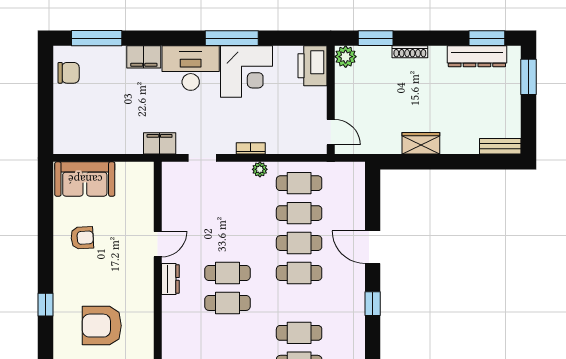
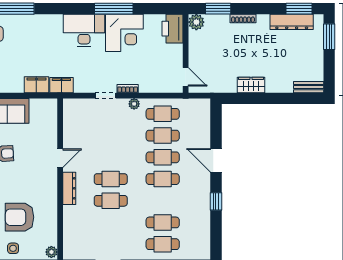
filing cabinet: (144, 57) -> (36, 85), moved, turned 180
doorway: (202, 158) -> (106, 96), moved
dresser: (170, 279) -> (69, 188), width x1.44

